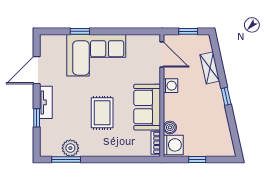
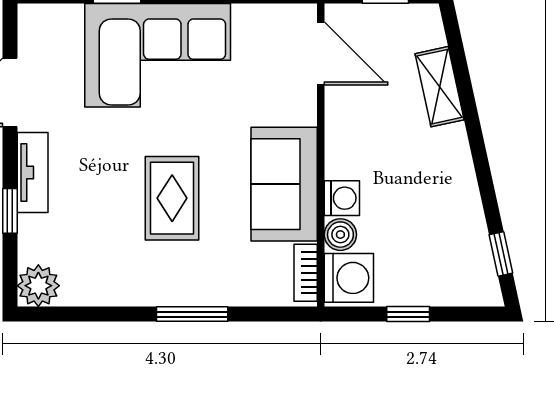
washing machine: (170, 86) -> (342, 198), moved
window: (226, 96) -> (501, 254), moved
plant: (70, 148) -> (38, 286), moved
window: (66, 159) -> (192, 314), moved

